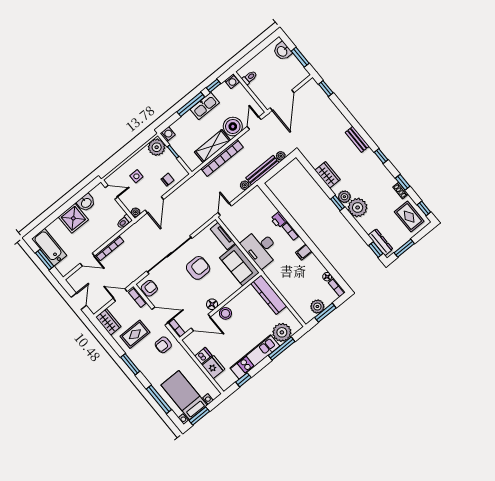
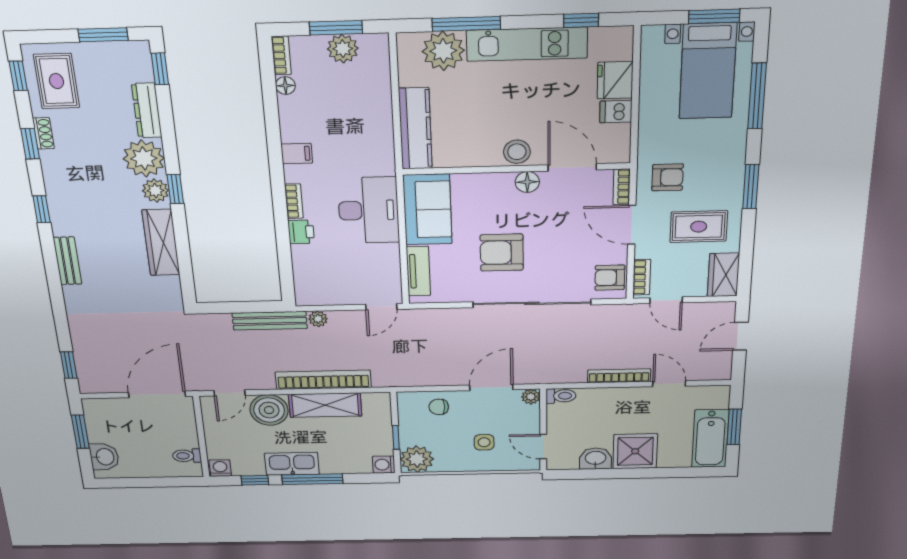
plant: (281, 156) -> (221, 321), removed
wardrobe: (327, 175) -> (161, 243), width x1.50
dresser: (380, 242) -> (147, 110), moved

